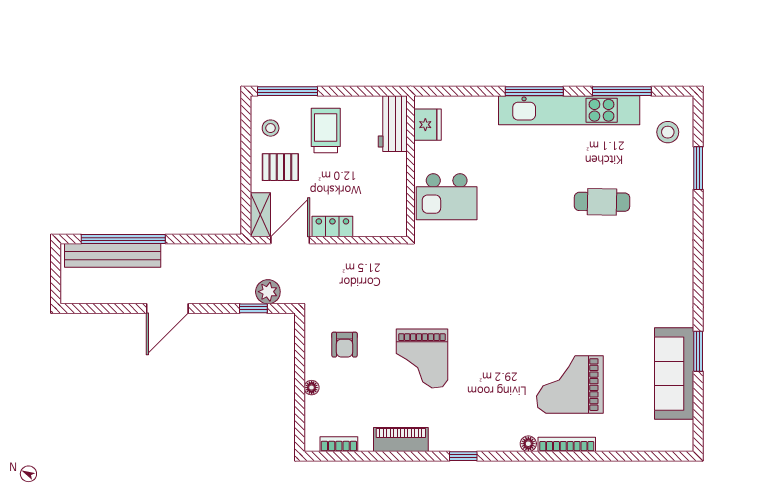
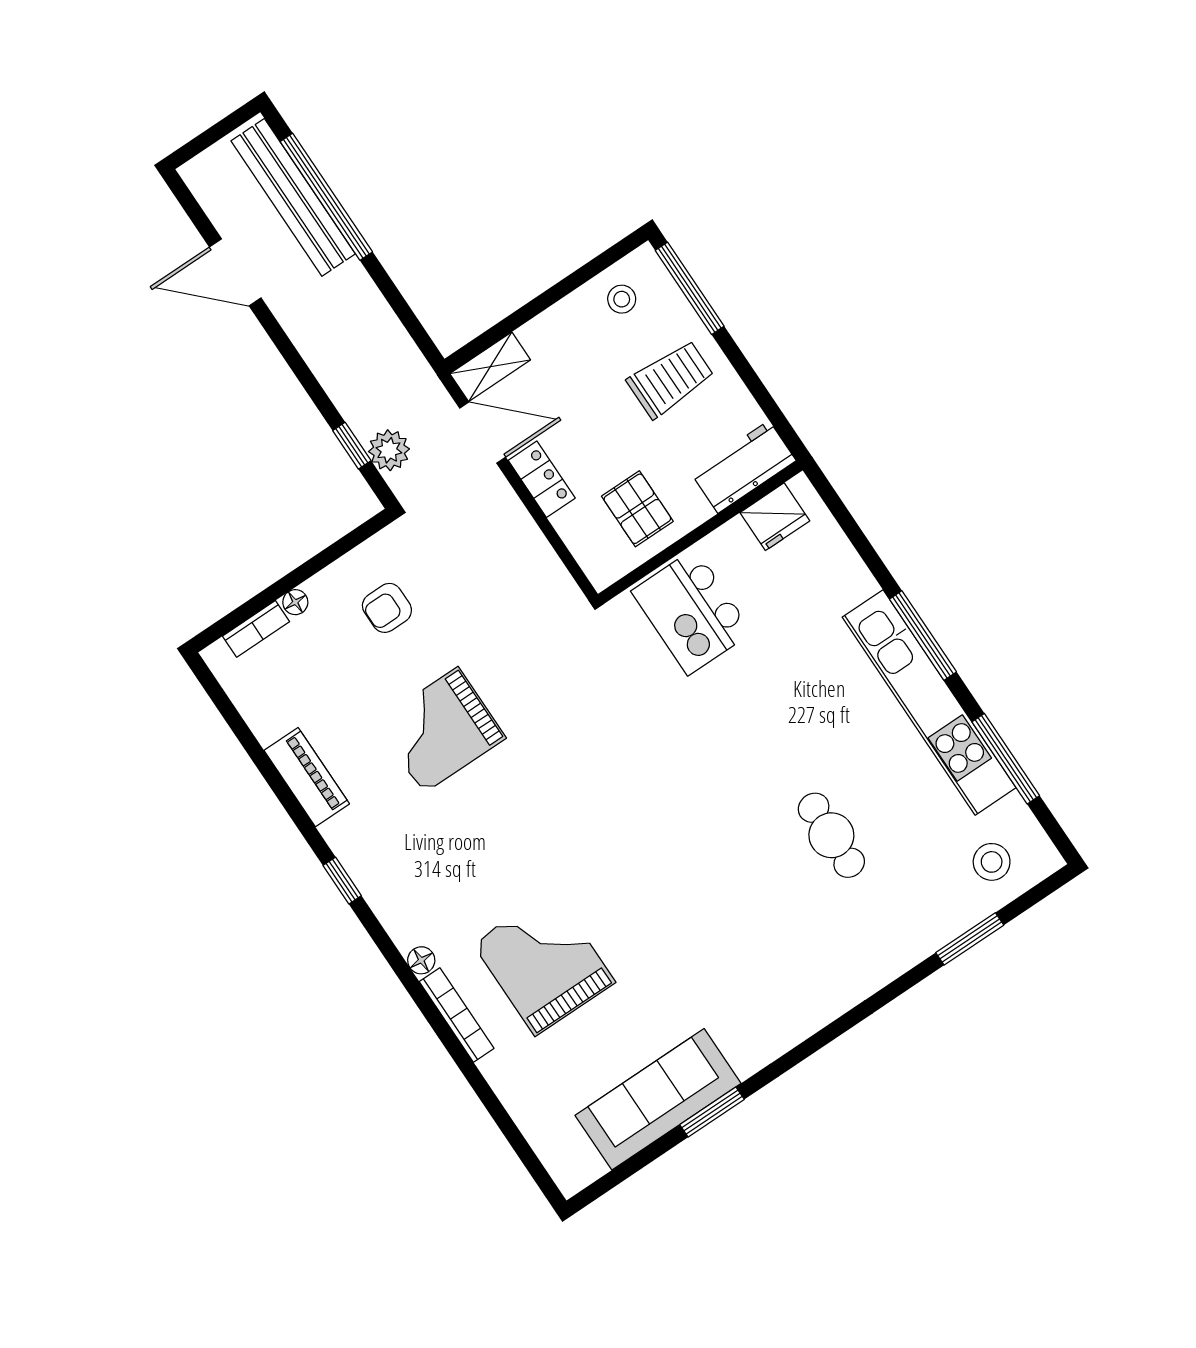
pallet: (280, 167) -> (637, 509), moved
door: (167, 308) -> (235, 272), moved
bookcase: (339, 444) -> (256, 629), moved, turned 90

